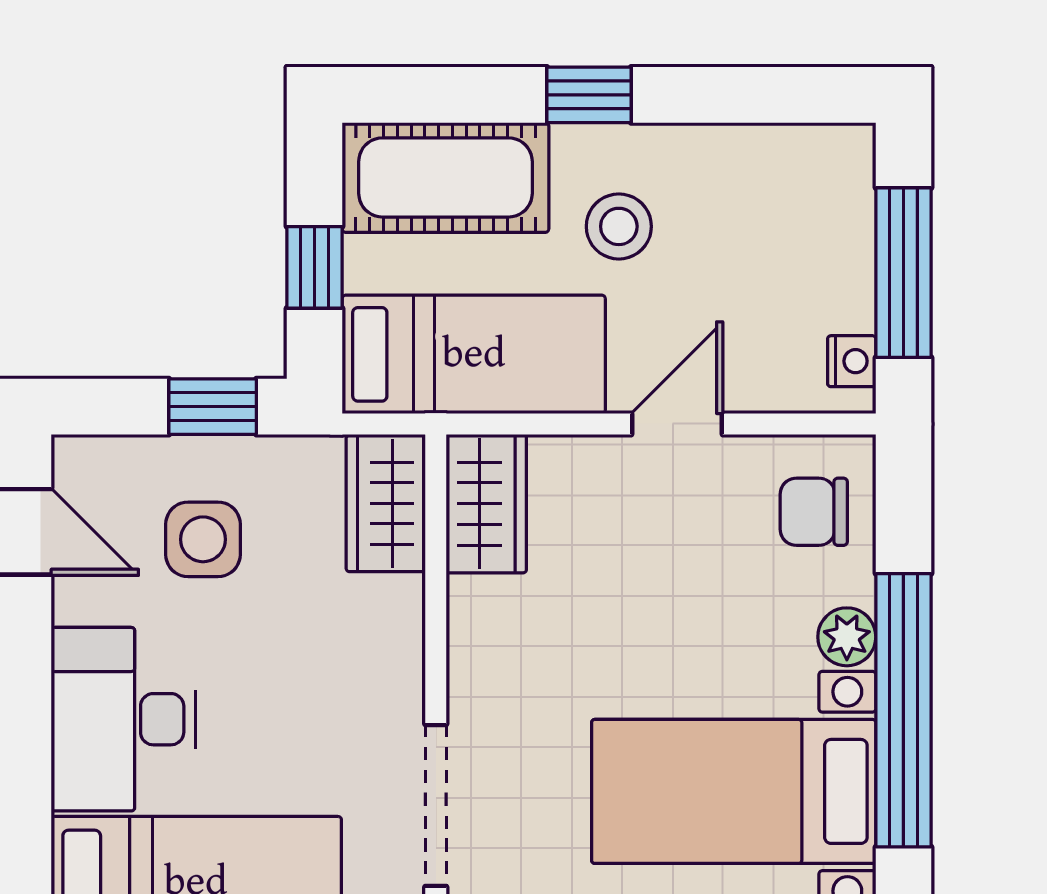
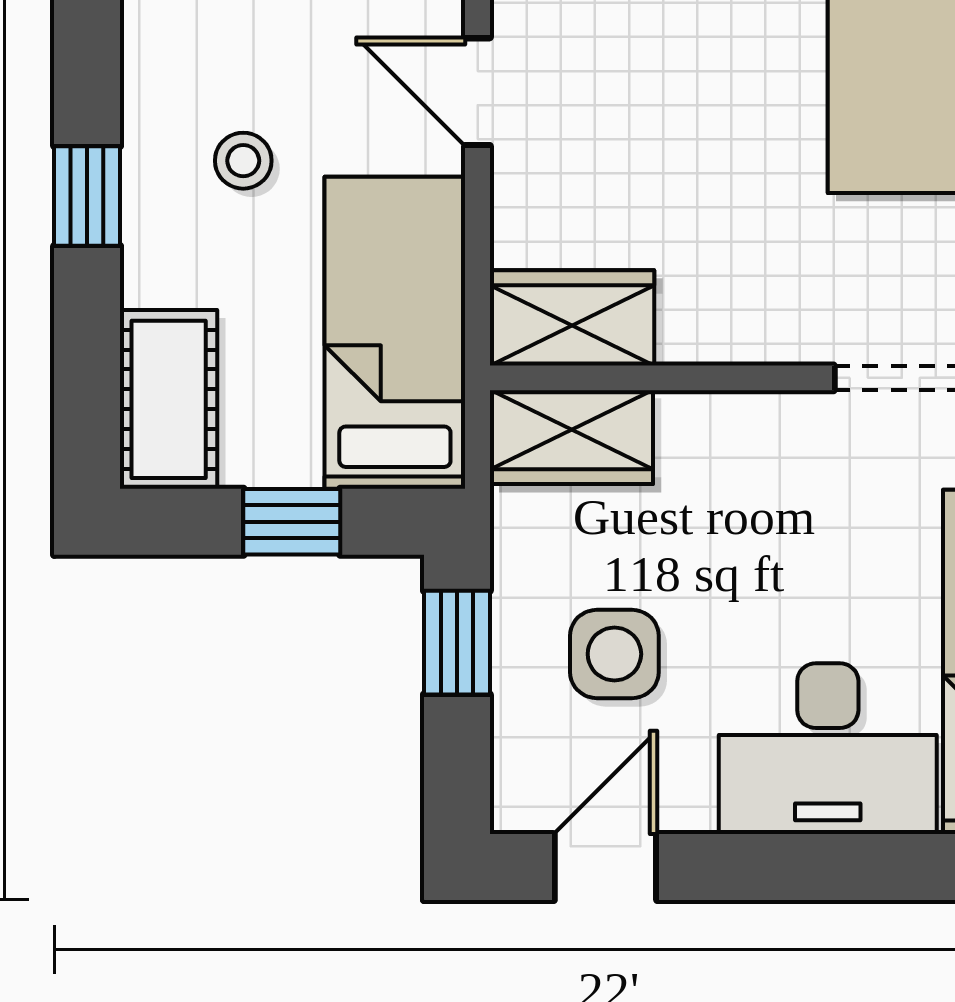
cot: (445, 177) -> (169, 399), width x0.73, depth x0.75
stool: (619, 226) -> (243, 161), width x0.73, depth x0.73

